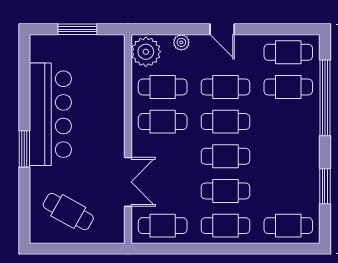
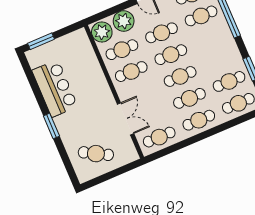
window: (77, 29) -> (41, 41), moved
plant: (181, 42) -> (124, 21), width x1.87, depth x1.87
bar counter: (50, 114) -> (55, 88), width x0.73
cafe table: (288, 191) -> (229, 81), added

